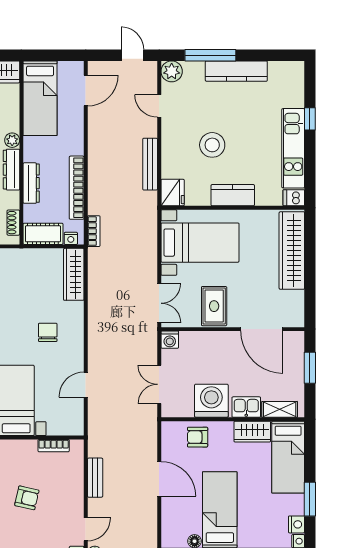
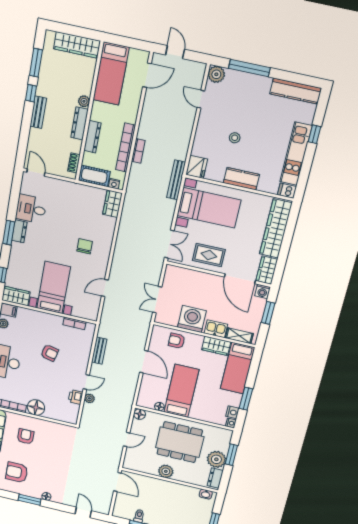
door: (132, 55) -> (175, 52), moved
kitchen counter: (236, 71) -> (296, 91), moved
stool: (212, 145) -> (235, 138), width x0.53, depth x0.53
bench: (150, 164) -> (176, 180), moved
bookcase: (94, 231) -> (138, 151), moved
wardrobe: (74, 274) -> (112, 204), width x0.67
rug: (214, 306) -> (209, 255), turned 90
wardrobe: (294, 309) -> (267, 270), added
washing machine: (170, 340) -> (262, 291), moved

